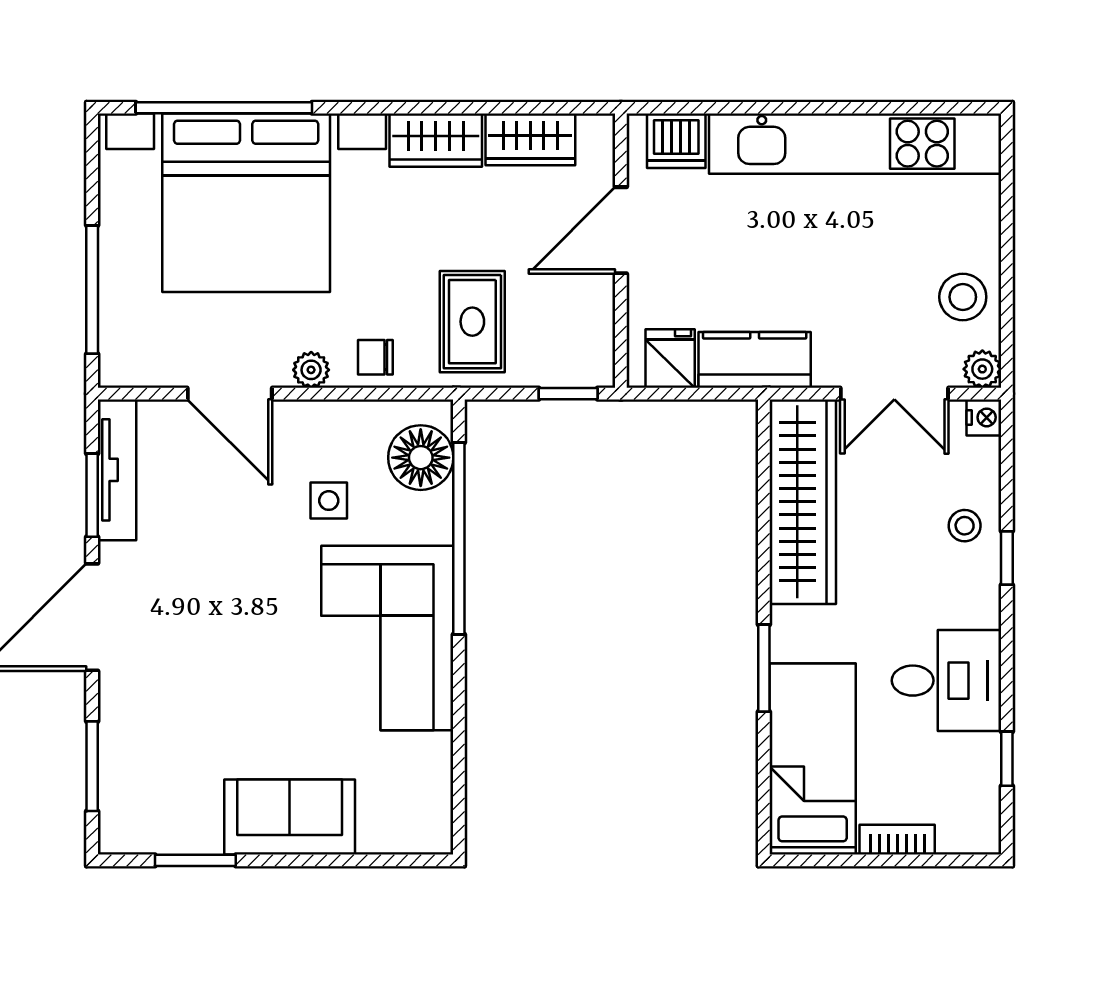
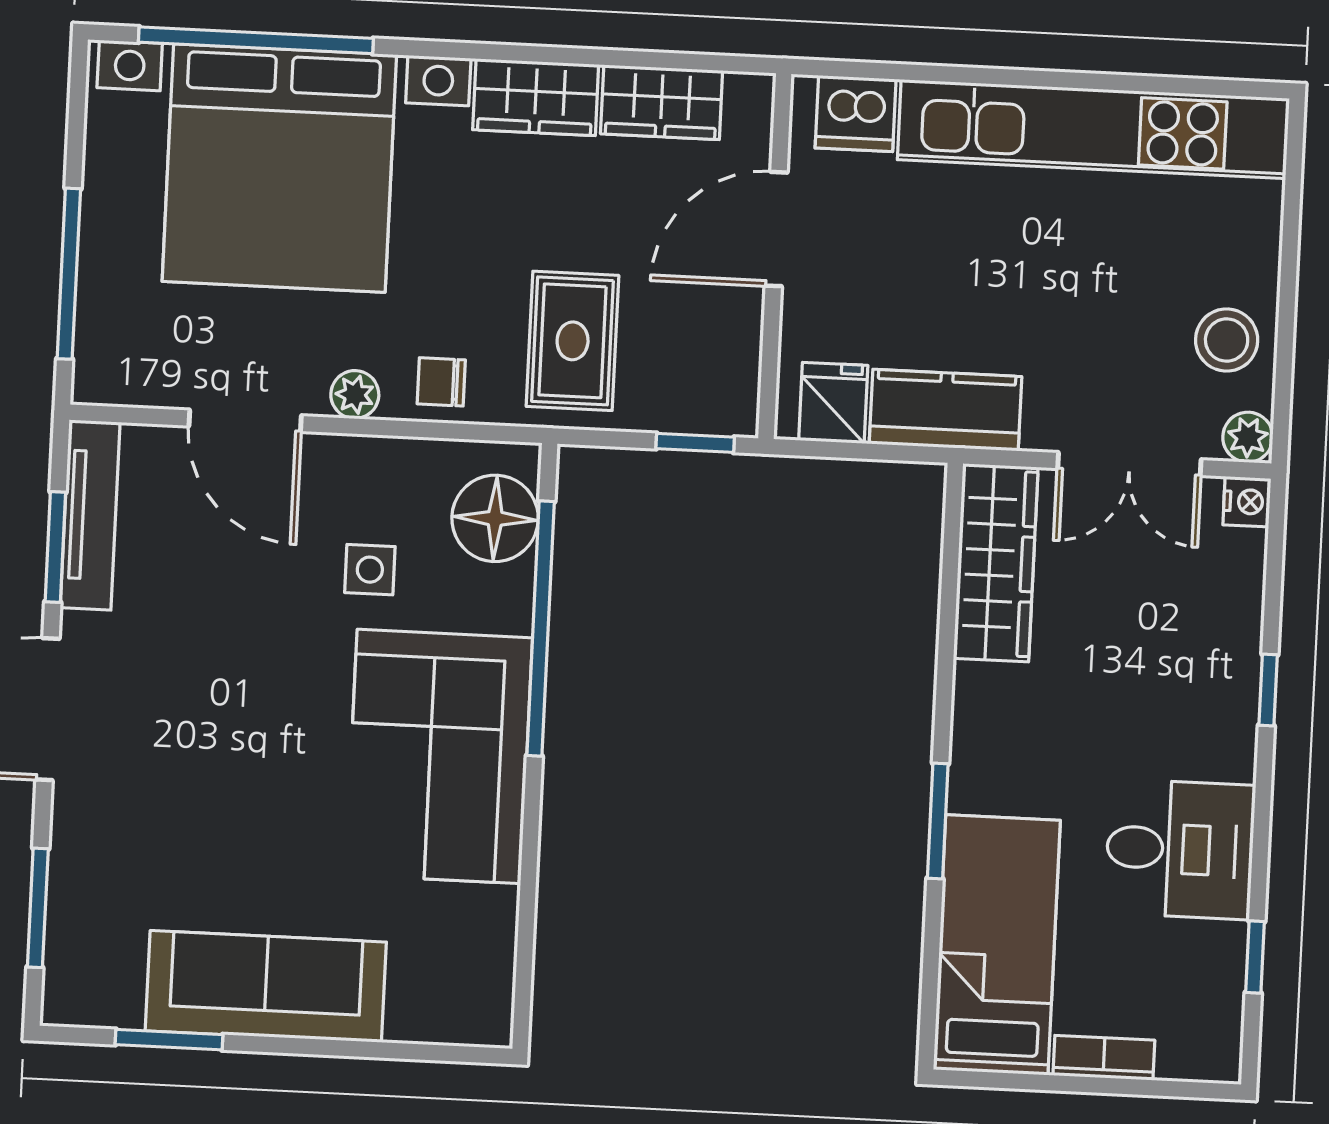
wardrobe: (803, 502) -> (996, 563), width x0.71, depth x0.85
stool: (965, 526) -> (1214, 644), removed
sofa: (290, 817) -> (266, 986), width x1.36

